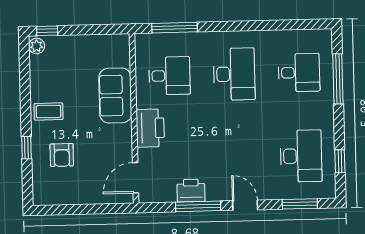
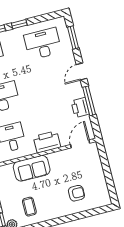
coffee table: (48, 111) -> (29, 207), moved
window: (27, 148) -> (77, 216), removed
window: (340, 161) -> (19, 24), moved
door: (135, 178) -> (80, 144), swing flipped

